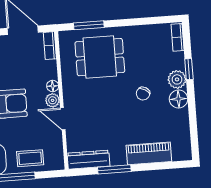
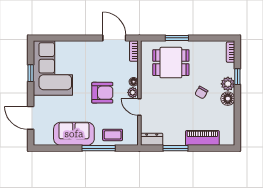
window: (89, 25) -> (177, 38), moved
dresser: (88, 160) -> (152, 139), width x0.70

